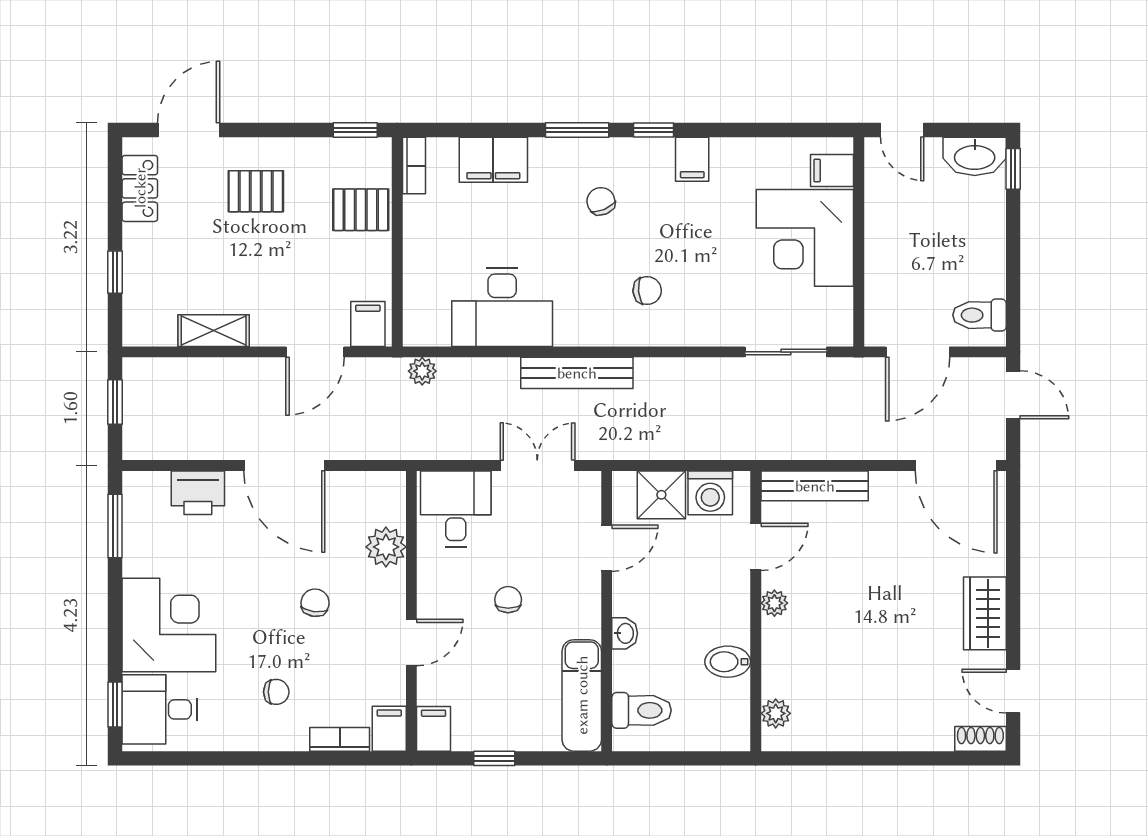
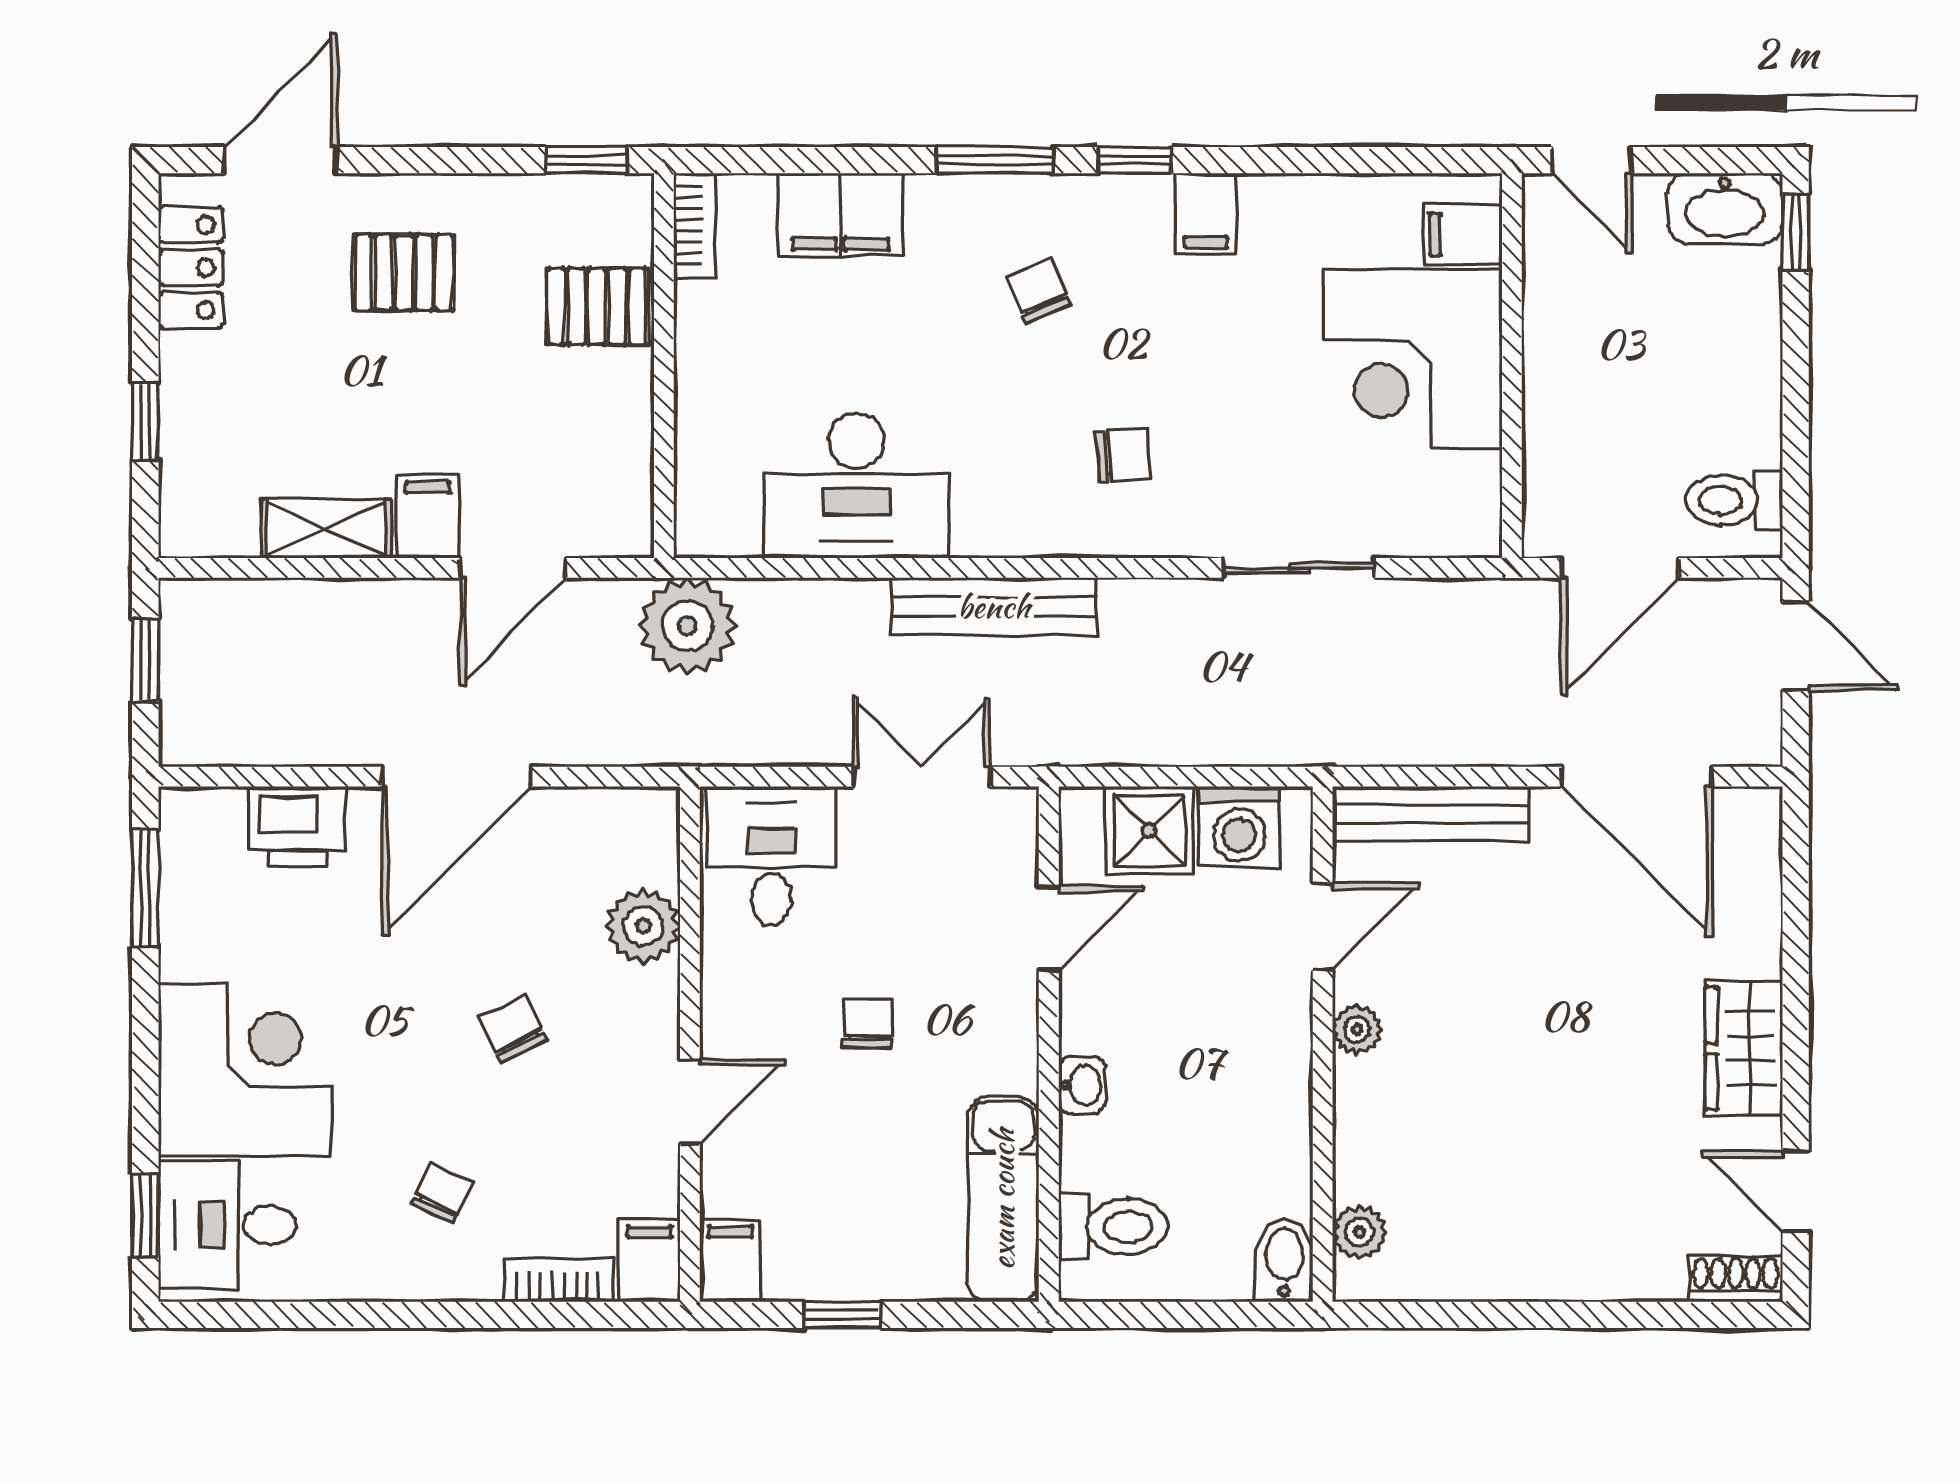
filing cabinet: (368, 324) -> (428, 517), moved
sliding door: (786, 352) -> (1299, 568), moved
plant: (422, 371) -> (687, 626), width x1.87, depth x1.87
door: (284, 466) -> (456, 777), hinge flipped
door: (956, 466) -> (1637, 777), moved
chair: (315, 603) -> (513, 1029), turned -35
bidet: (728, 662) -> (1284, 1260), moved, turned 90
chair: (276, 692) -> (442, 1193), turned -65

